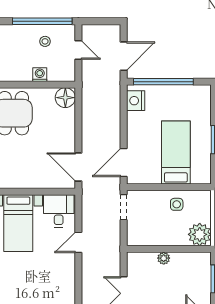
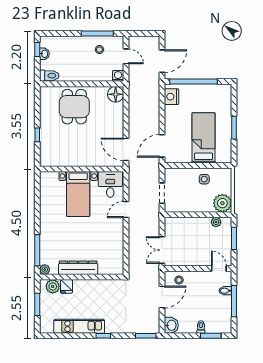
window: (42, 21) -> (97, 33), width x0.68
washing machine: (40, 75) -> (118, 76), moved
doorway: (124, 207) -> (162, 193), moved
plant: (164, 258) -> (216, 222), moved

